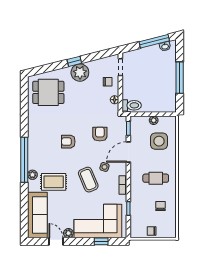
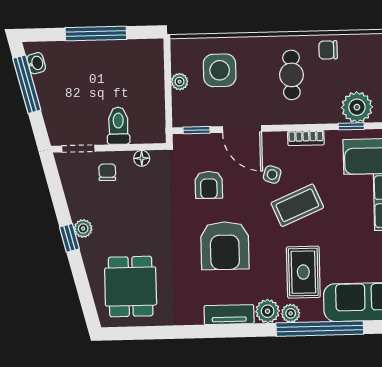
plant: (80, 73) -> (83, 228), width x0.53, depth x0.53
toilet: (132, 105) -> (118, 126), moved
armchair: (100, 134) -> (209, 185), turned -90
armchair: (68, 142) -> (225, 246), width x1.88, depth x1.88
tv unit: (33, 143) -> (229, 315), added
window: (24, 160) -> (320, 329), moved
plant: (34, 163) -> (268, 311), added
chair: (161, 206) -> (328, 50), moved
plant: (138, 212) -> (357, 107), added

